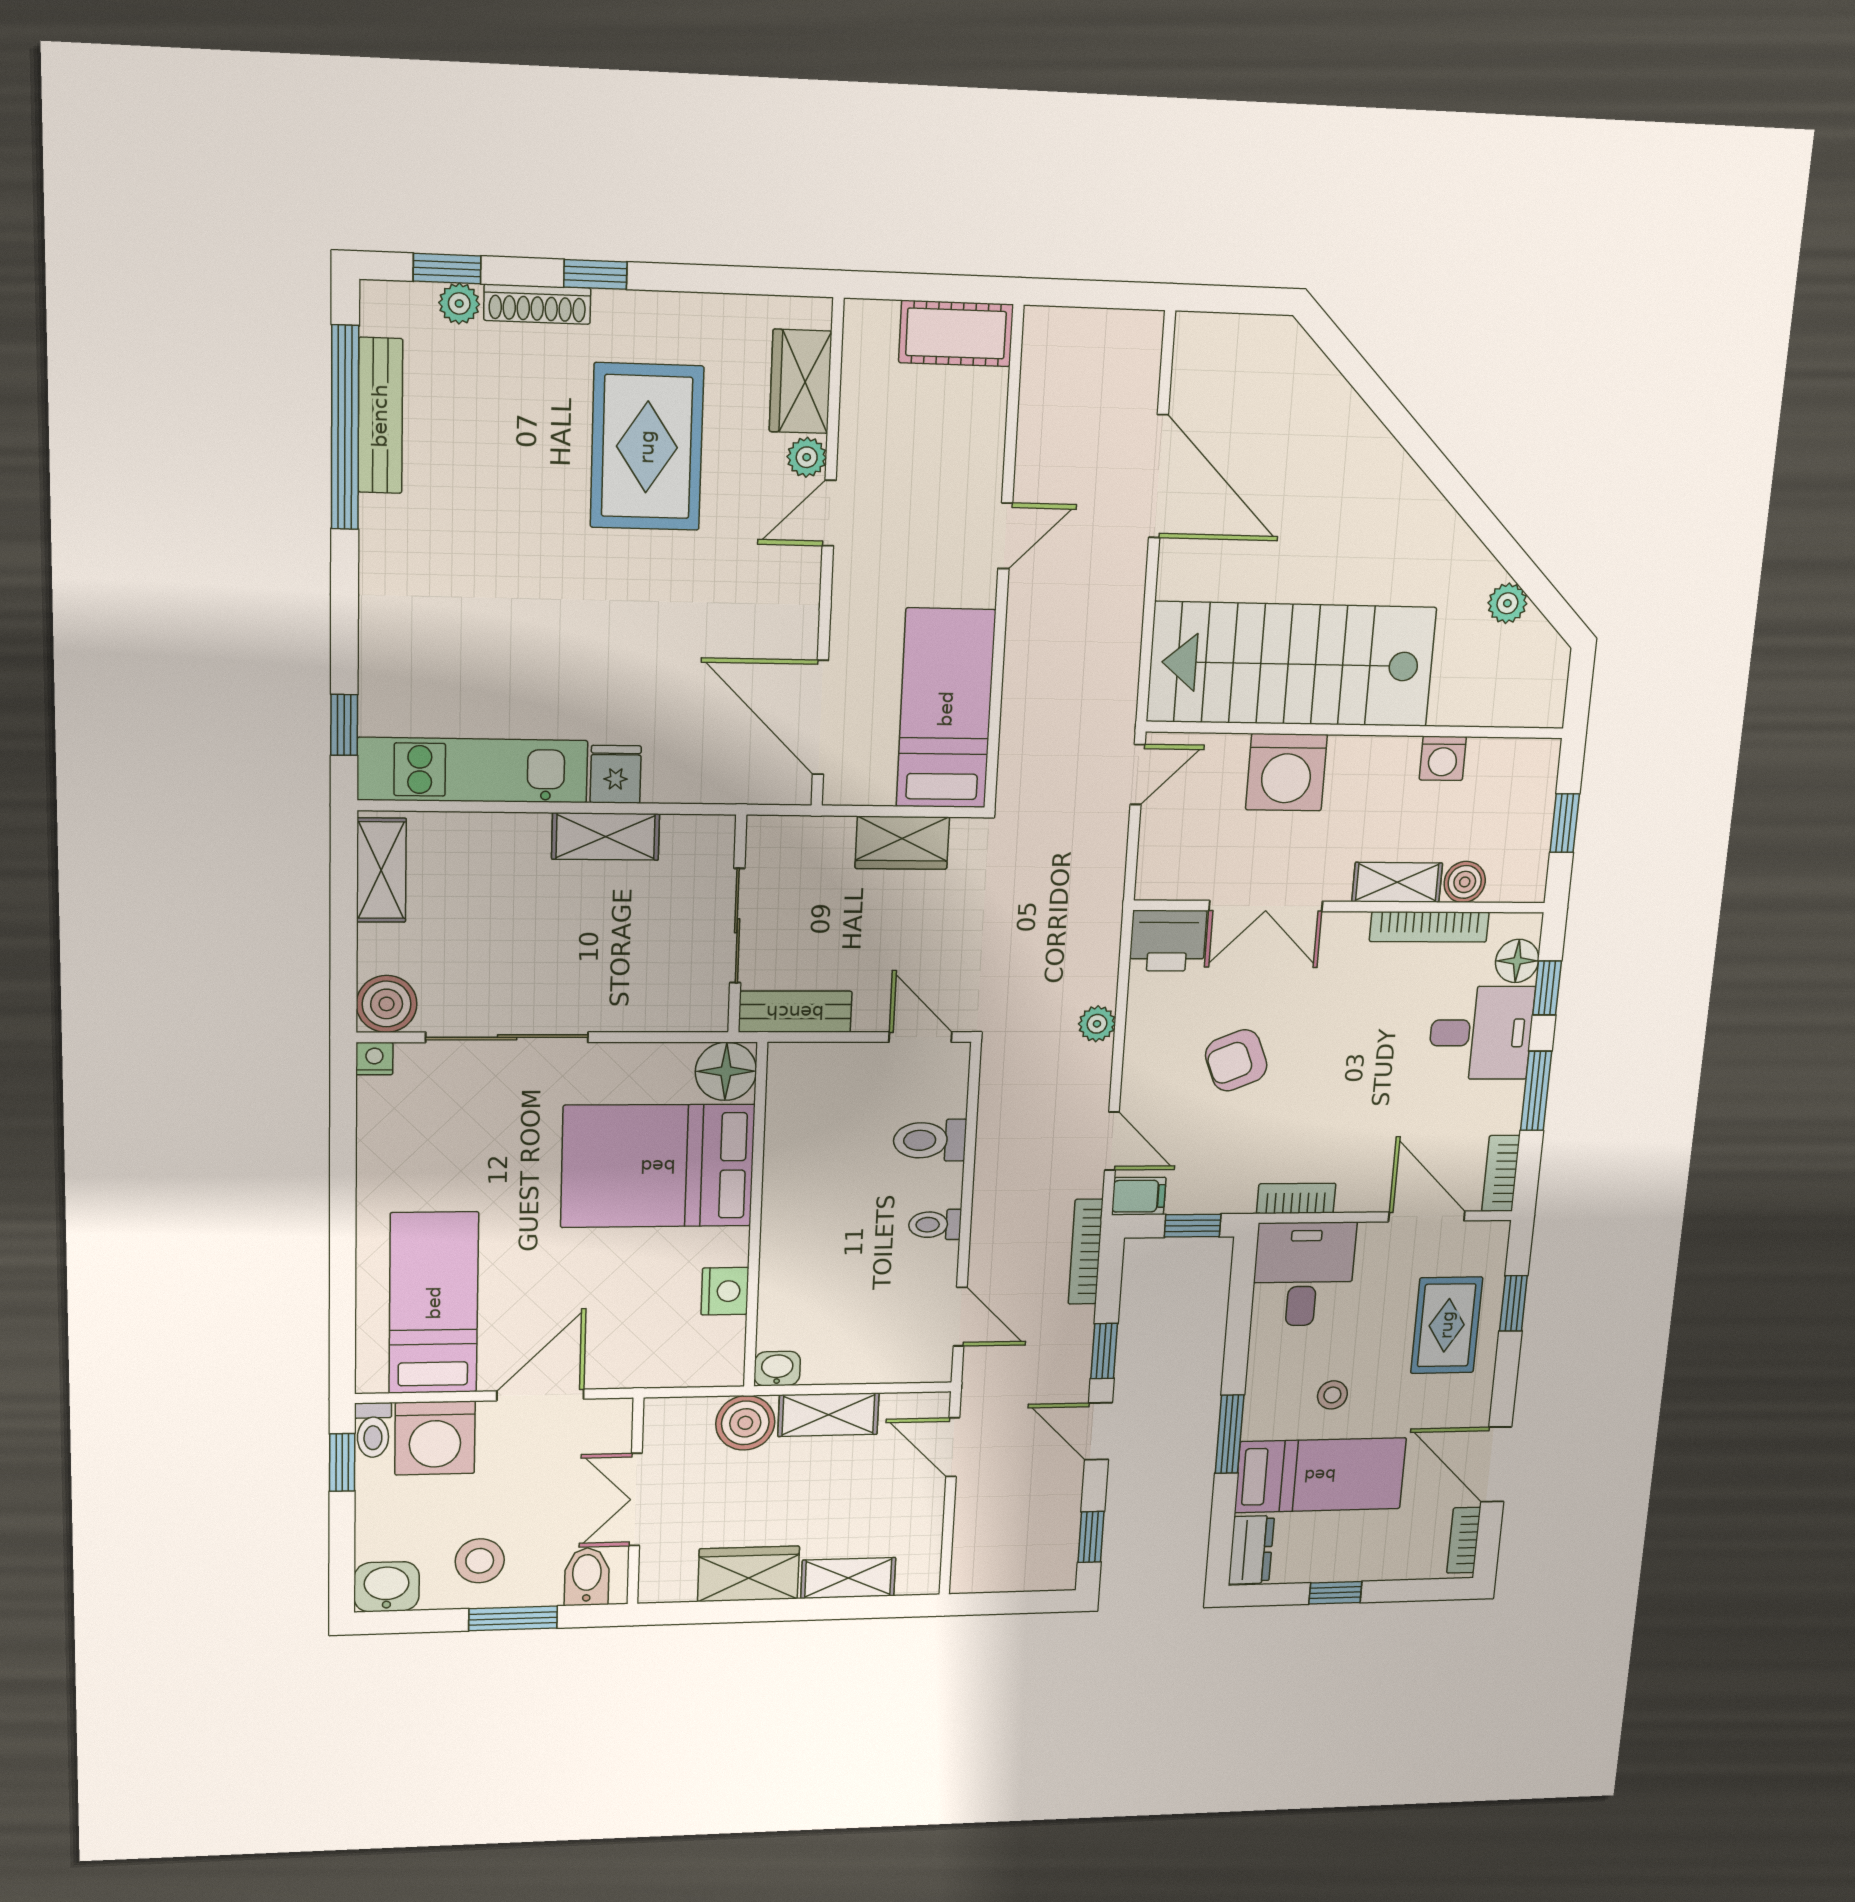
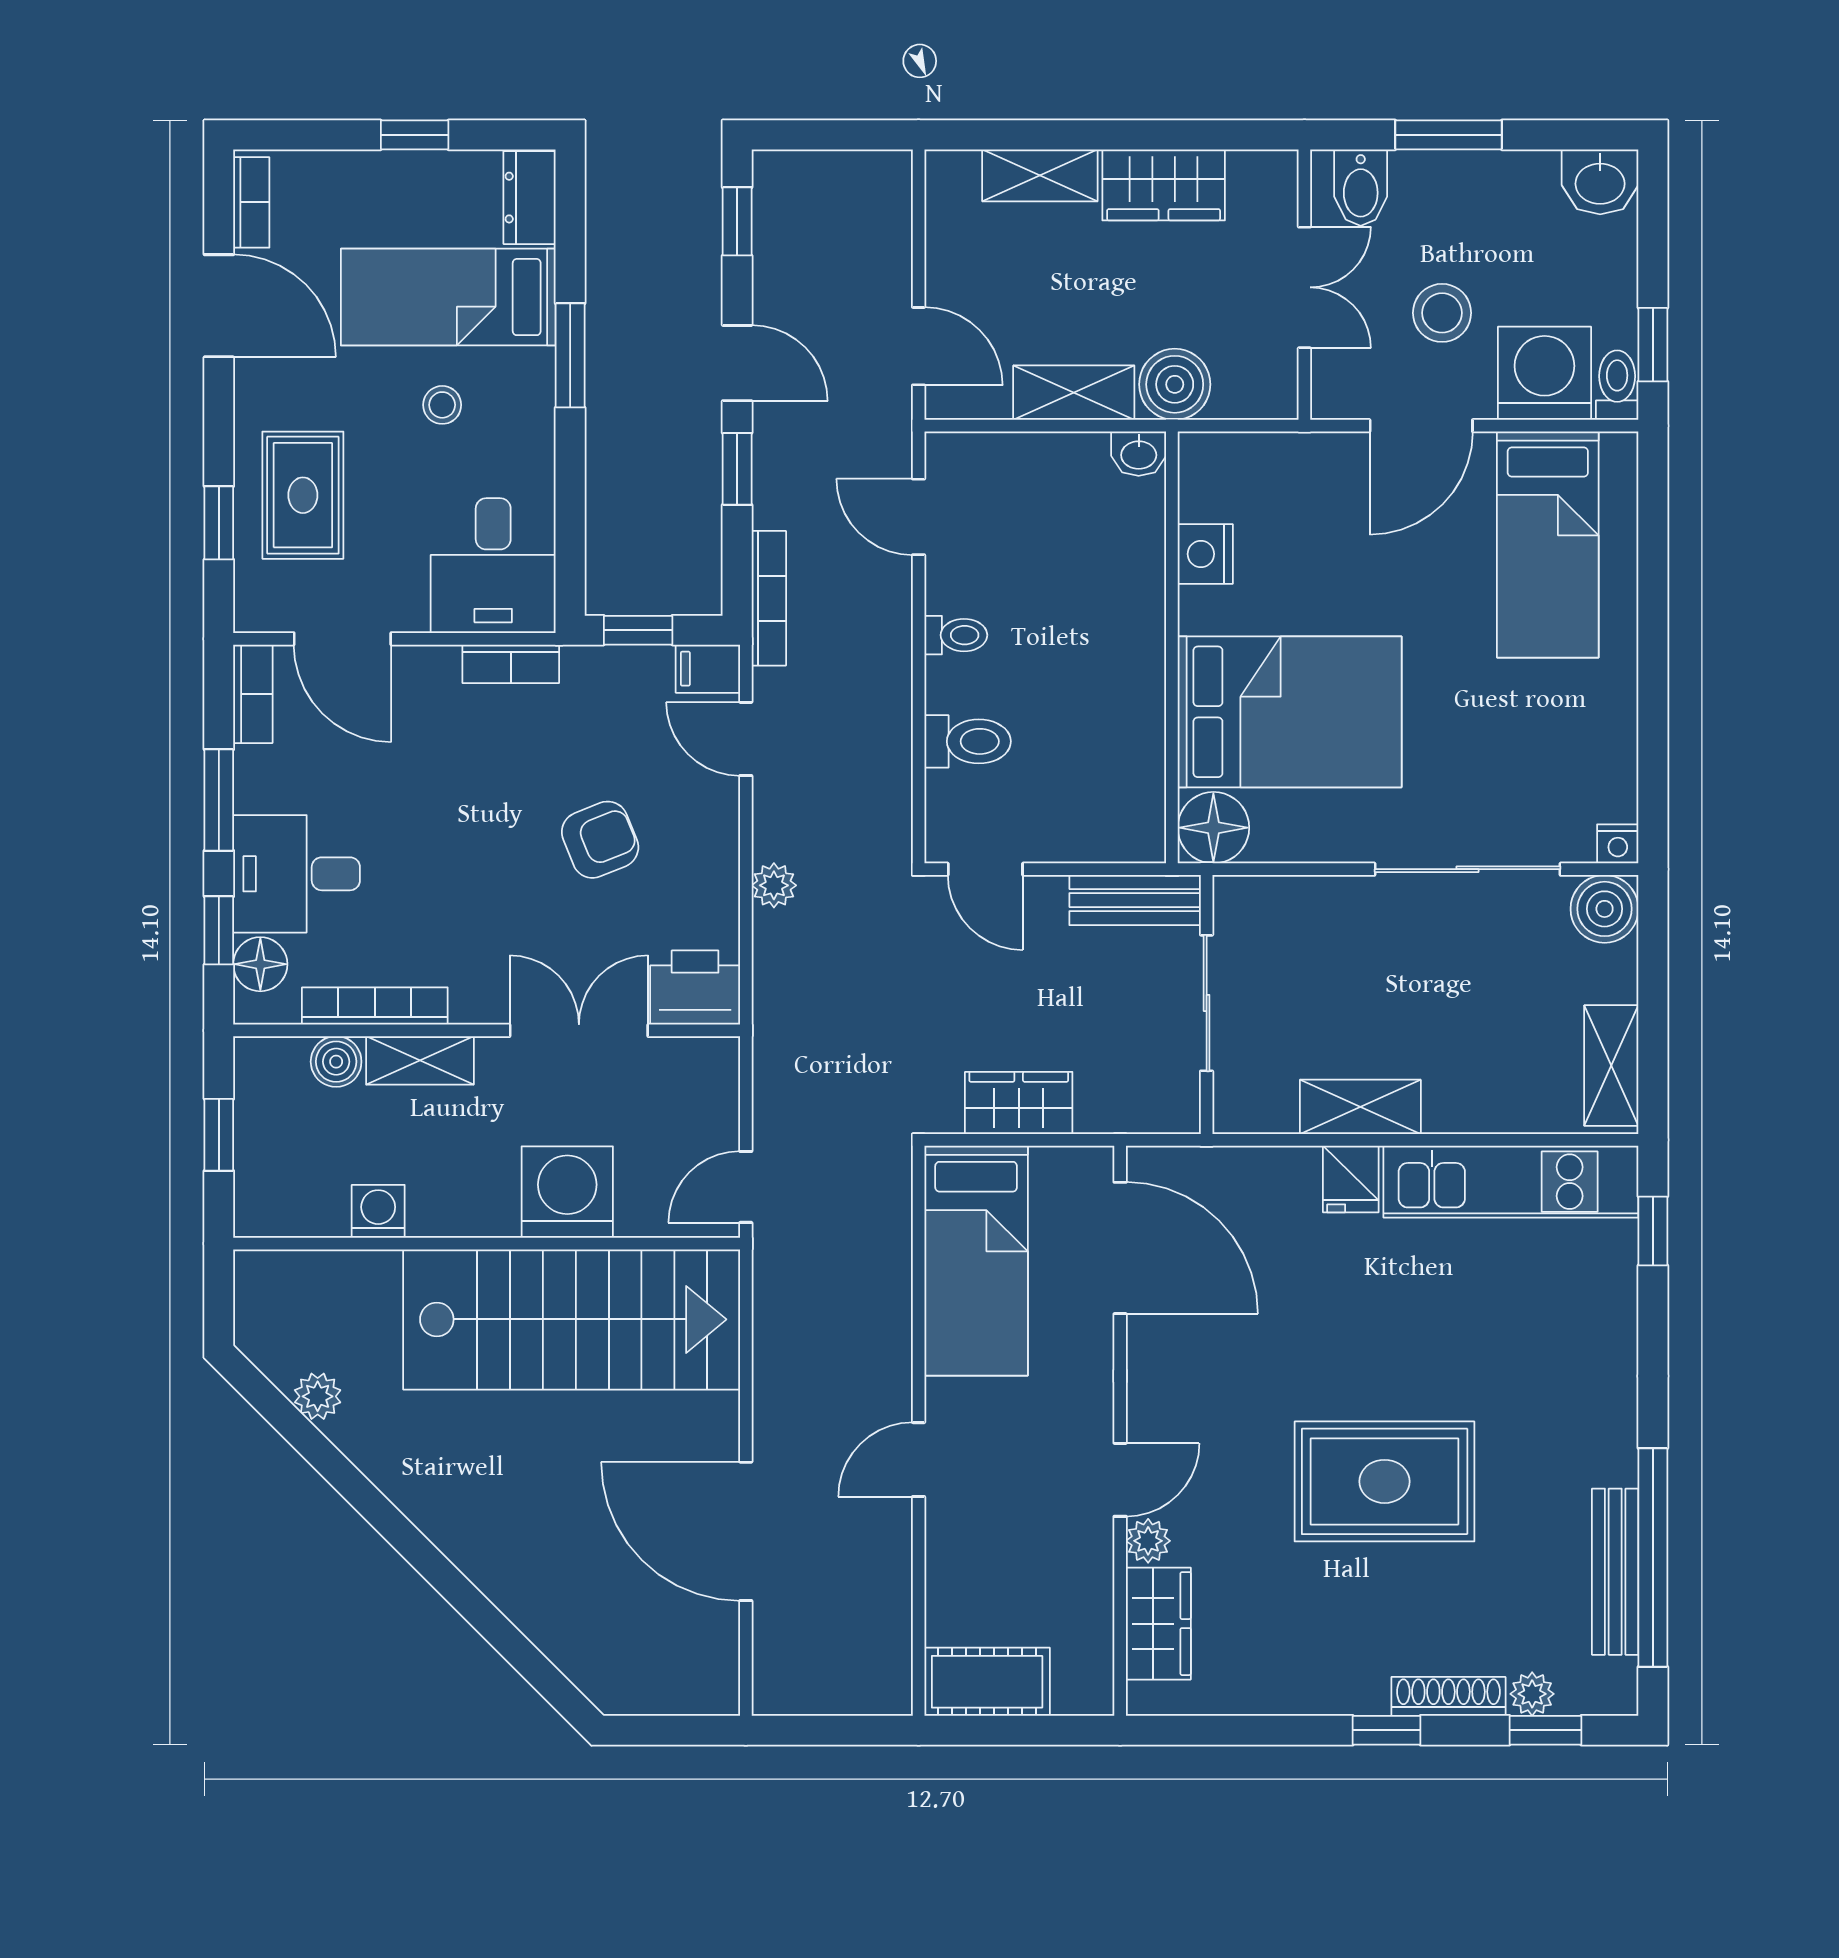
rug: (647, 447) -> (1385, 1481), moved, turned 90
stool: (480, 1561) -> (1442, 313), moved

